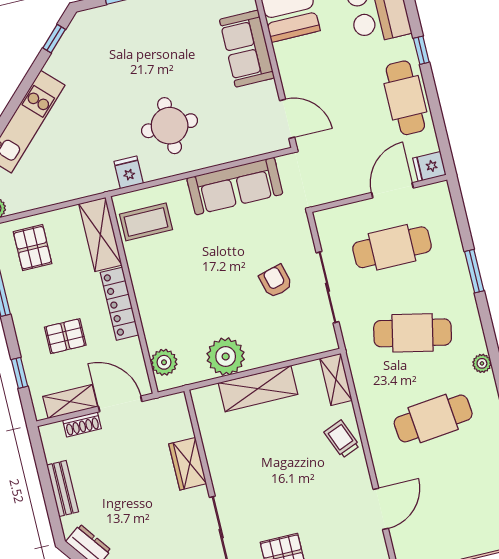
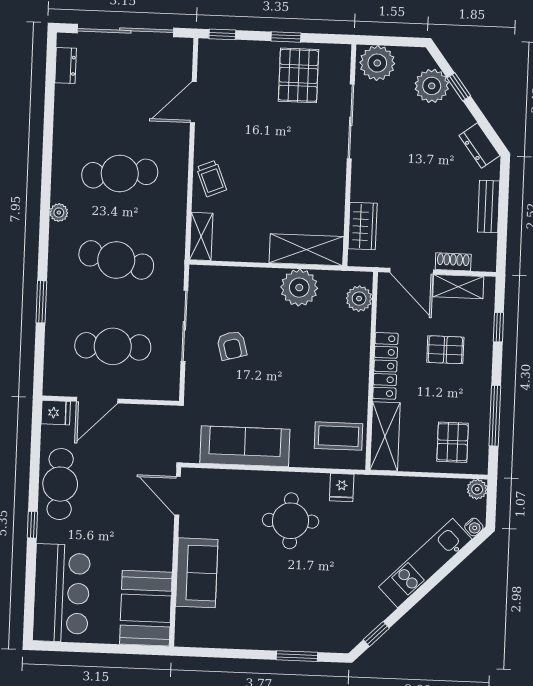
shelving: (258, 389) -> (307, 250), moved
wardrobe: (188, 464) -> (363, 226), moved

